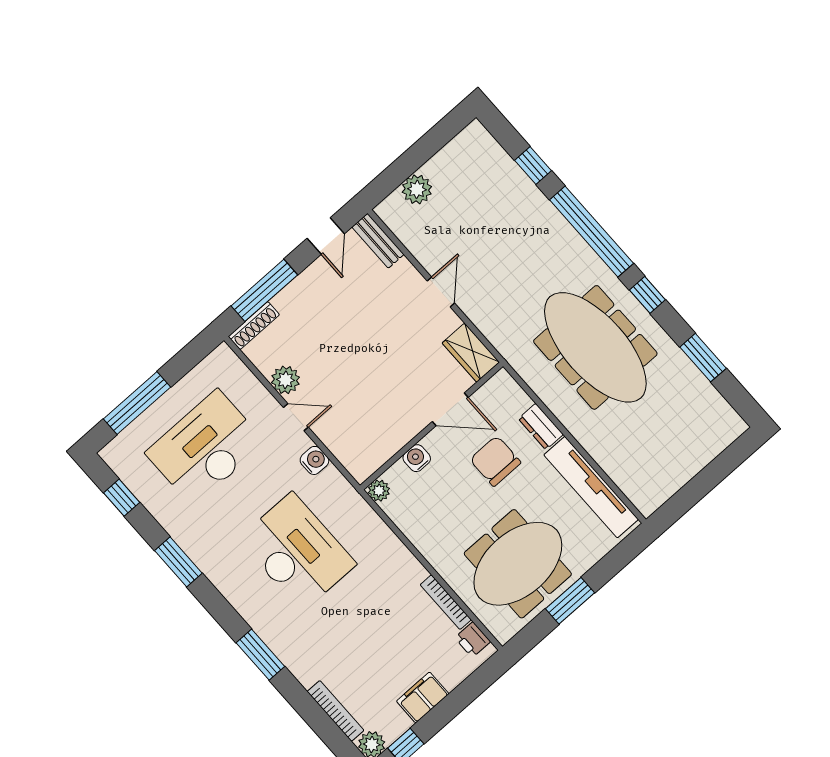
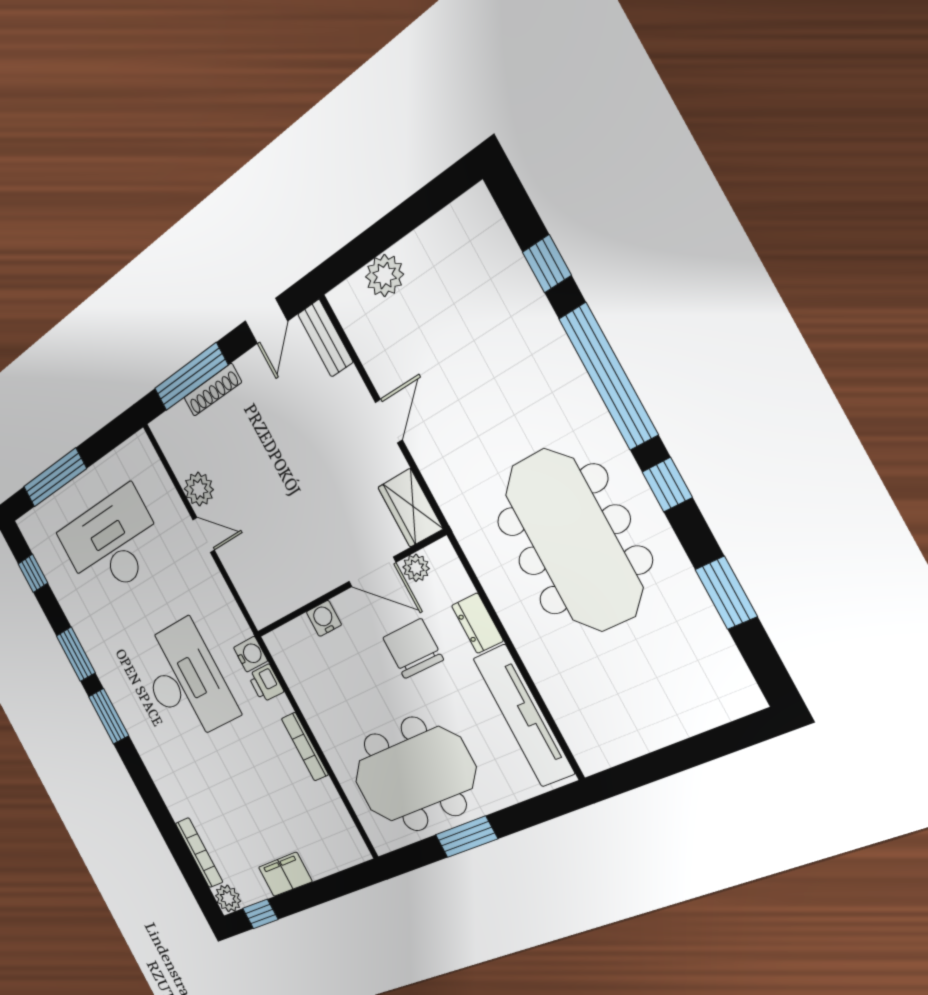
shoe rack: (254, 326) -> (213, 390), moved
water cooler: (314, 460) -> (251, 654), moved
plant: (379, 491) -> (416, 568), moved
bookcase: (446, 602) -> (305, 747), moved
printer: (473, 640) -> (266, 683), moved
window: (260, 655) -> (109, 716), moved

